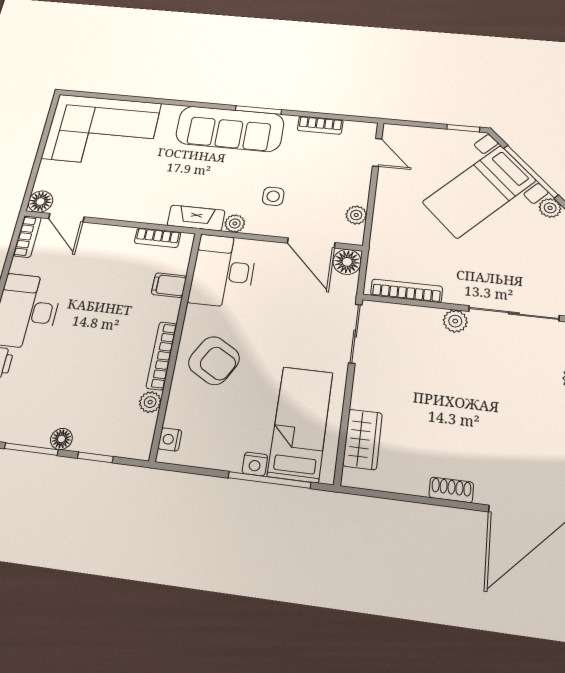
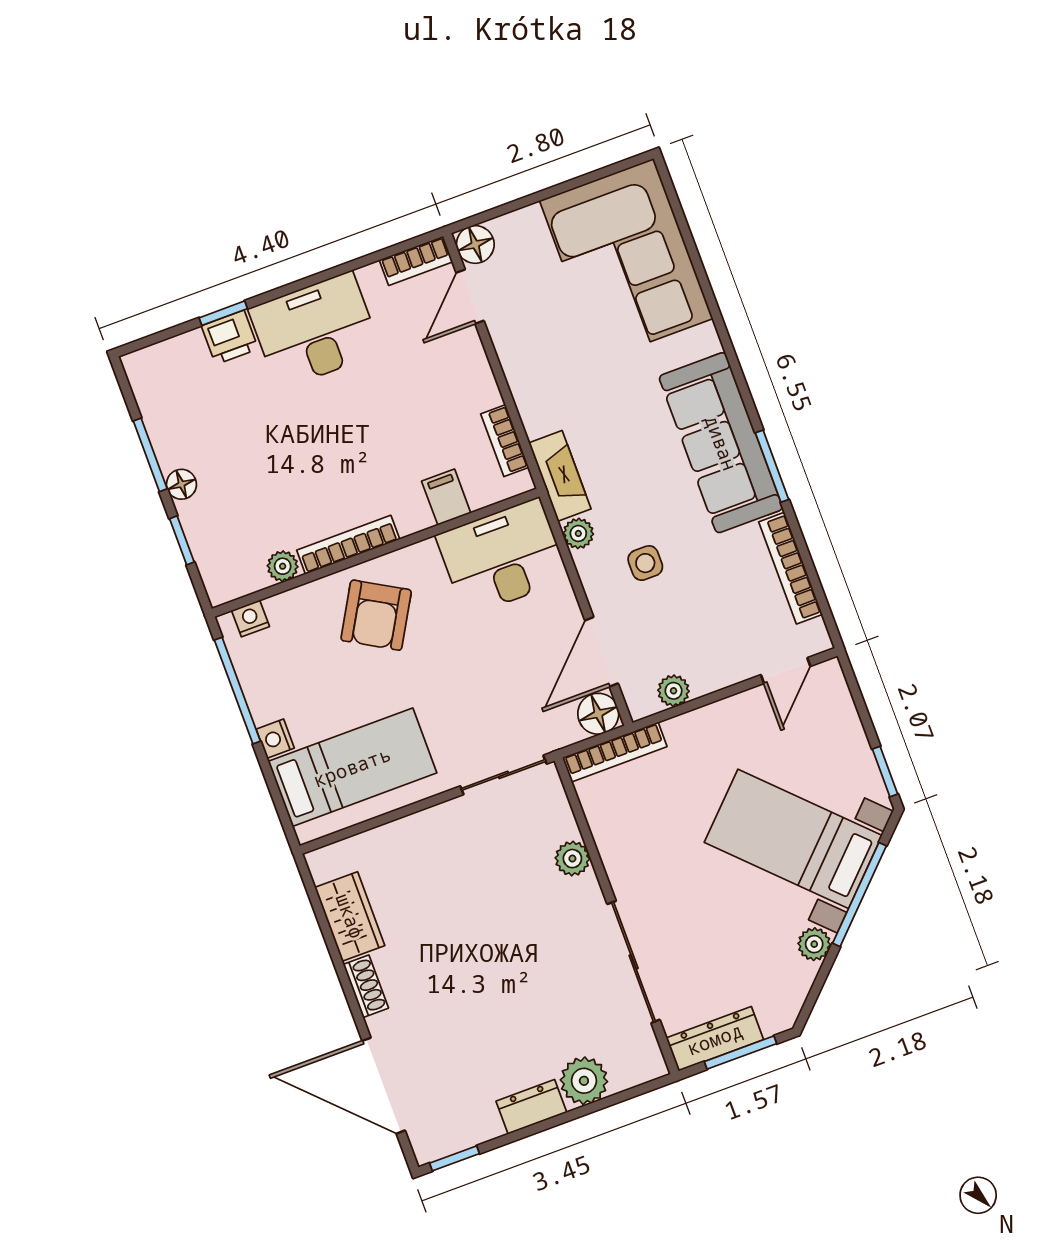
bookcase: (320, 125) -> (791, 568), width x1.56
bookcase: (407, 291) -> (615, 752), moved, turned 90
plant: (455, 321) -> (572, 859), moved
wardrobe: (363, 439) -> (350, 916), moved, turned -90
window: (270, 480) -> (237, 691), moved

